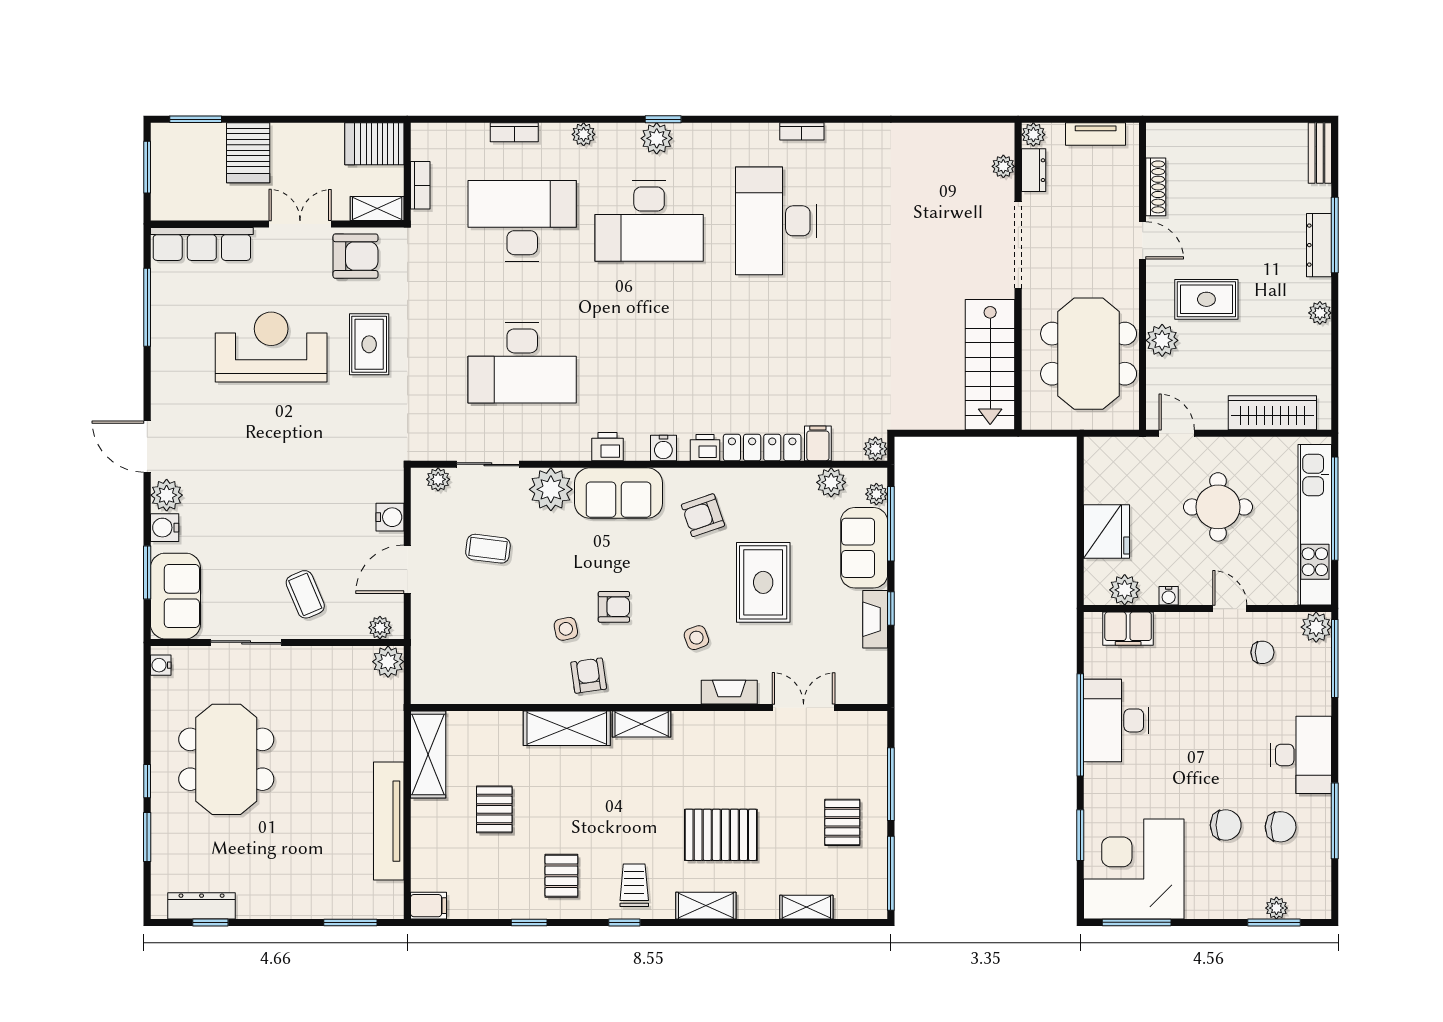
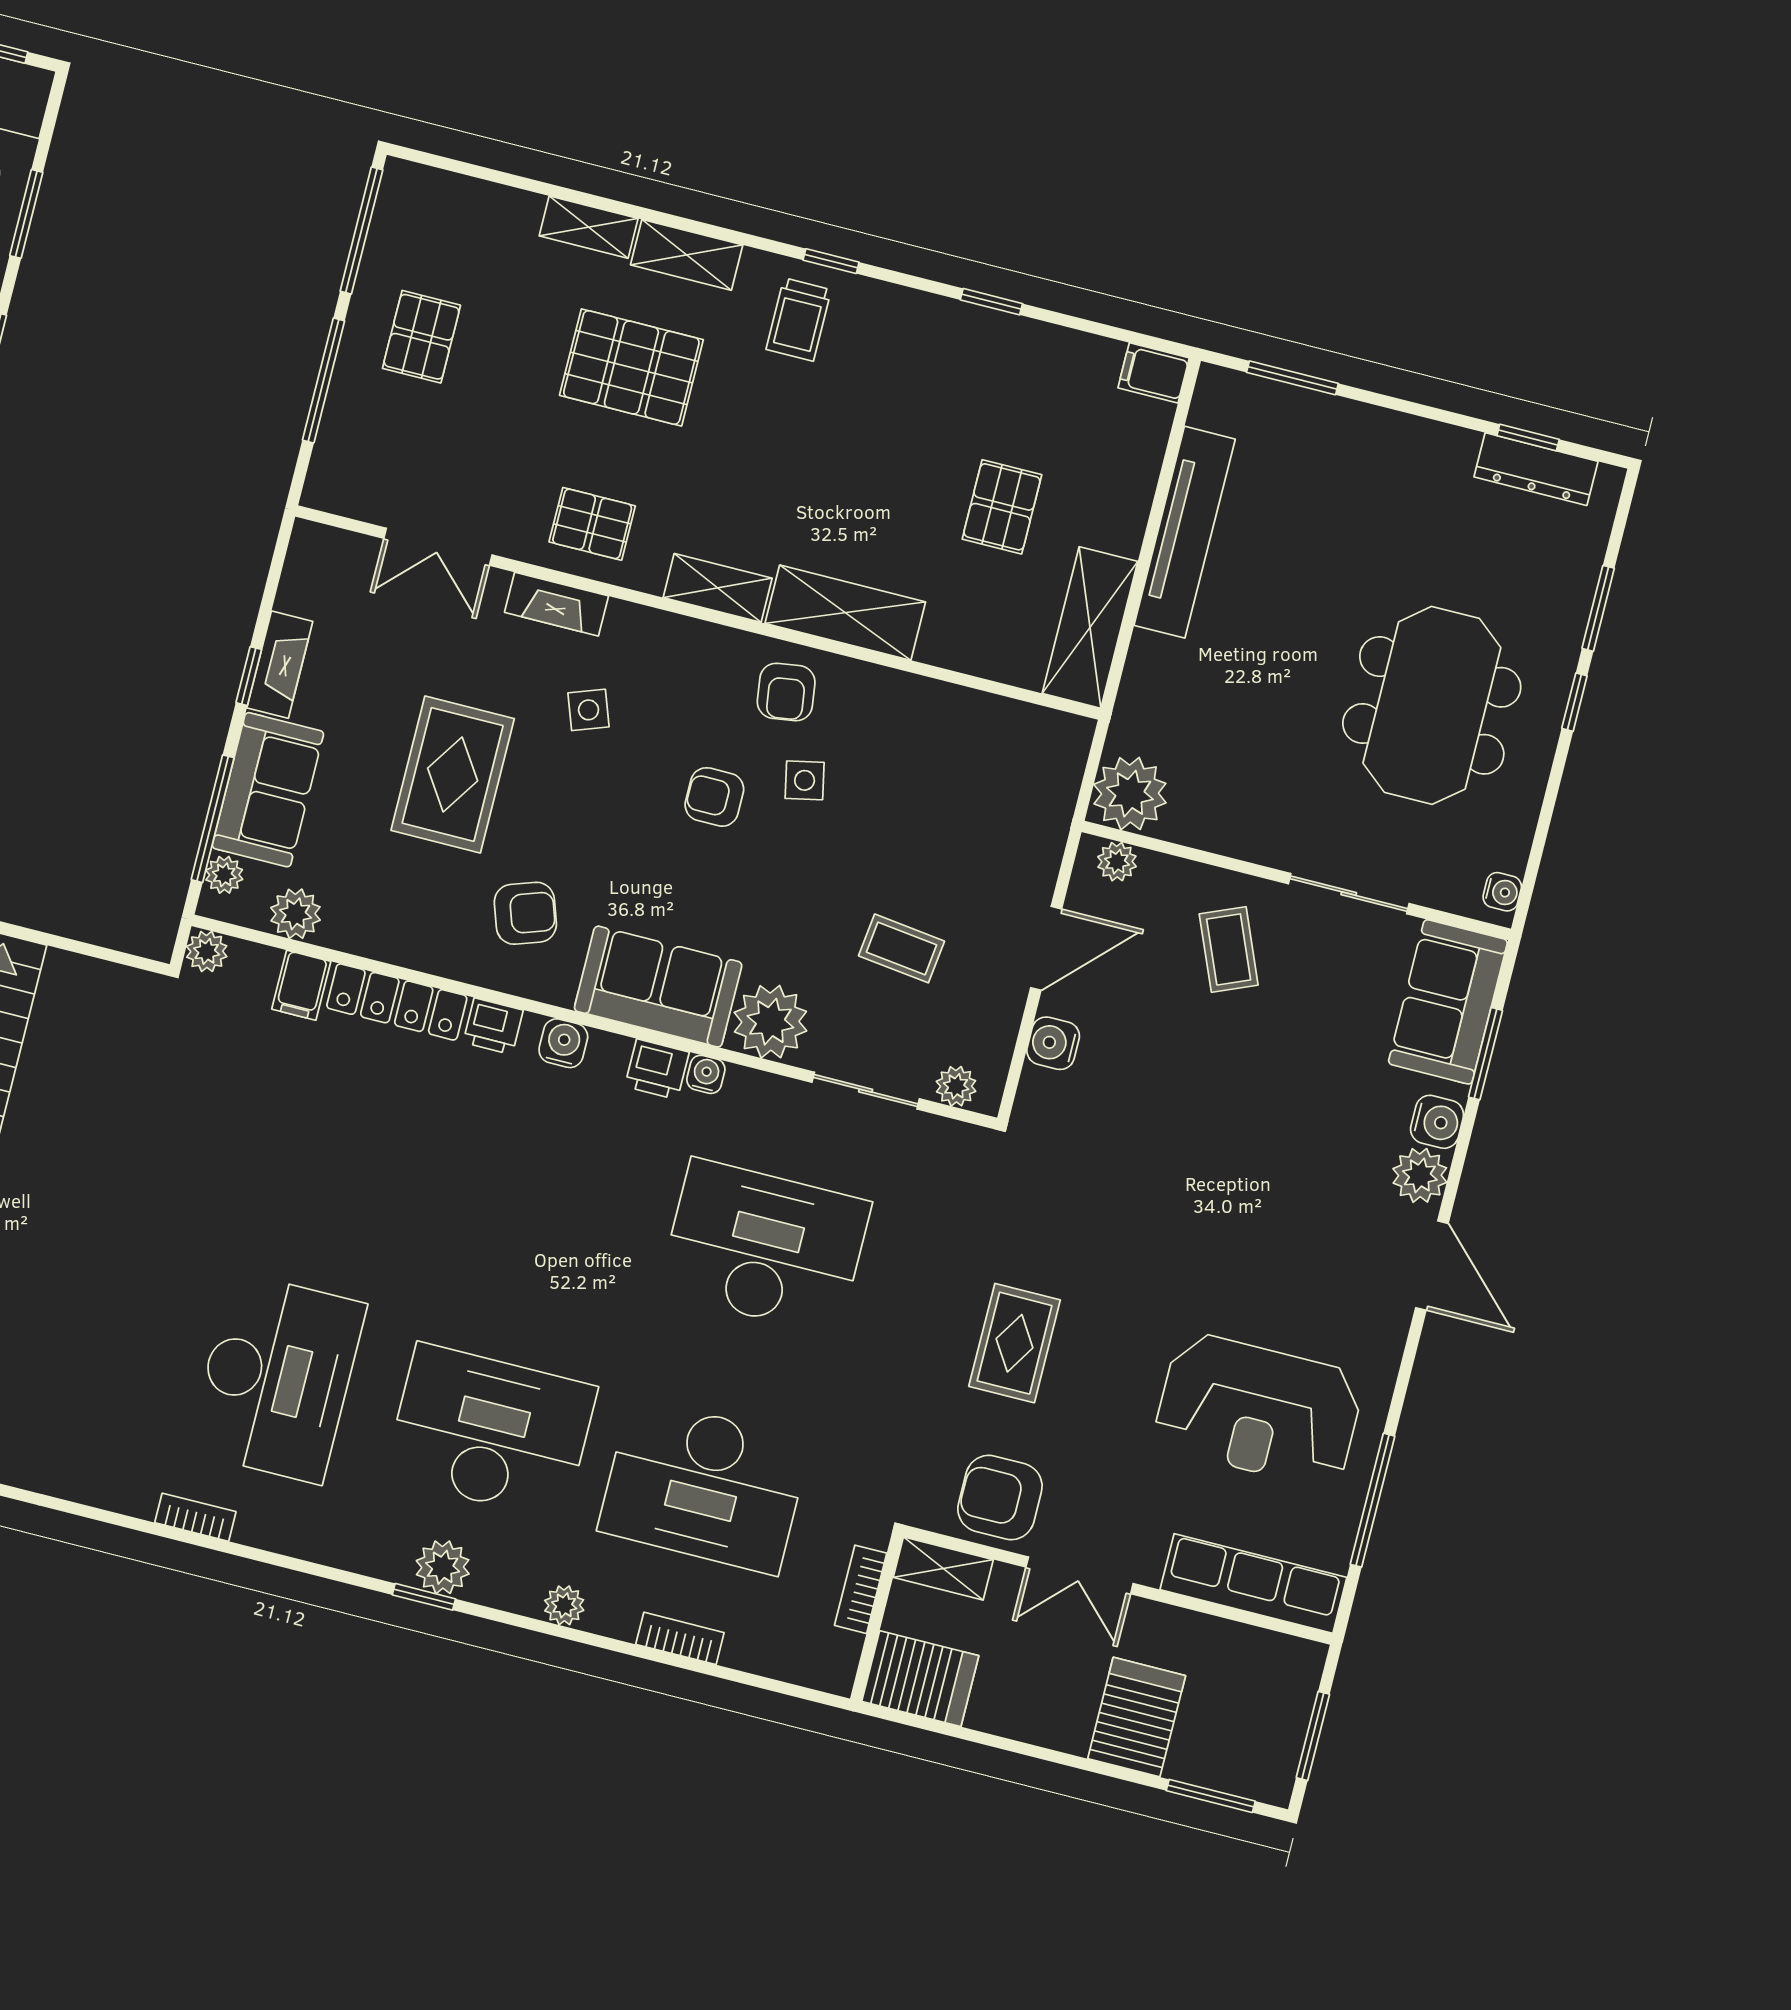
reception desk: (271, 347) -> (1259, 1410), moved
water cooler: (579, 451) -> (706, 1074), added
plant: (388, 662) -> (1130, 794), width x1.36, depth x1.36
pallet: (561, 876) -> (592, 524), moved, turned 90
shelving: (806, 907) -> (589, 227), moved

